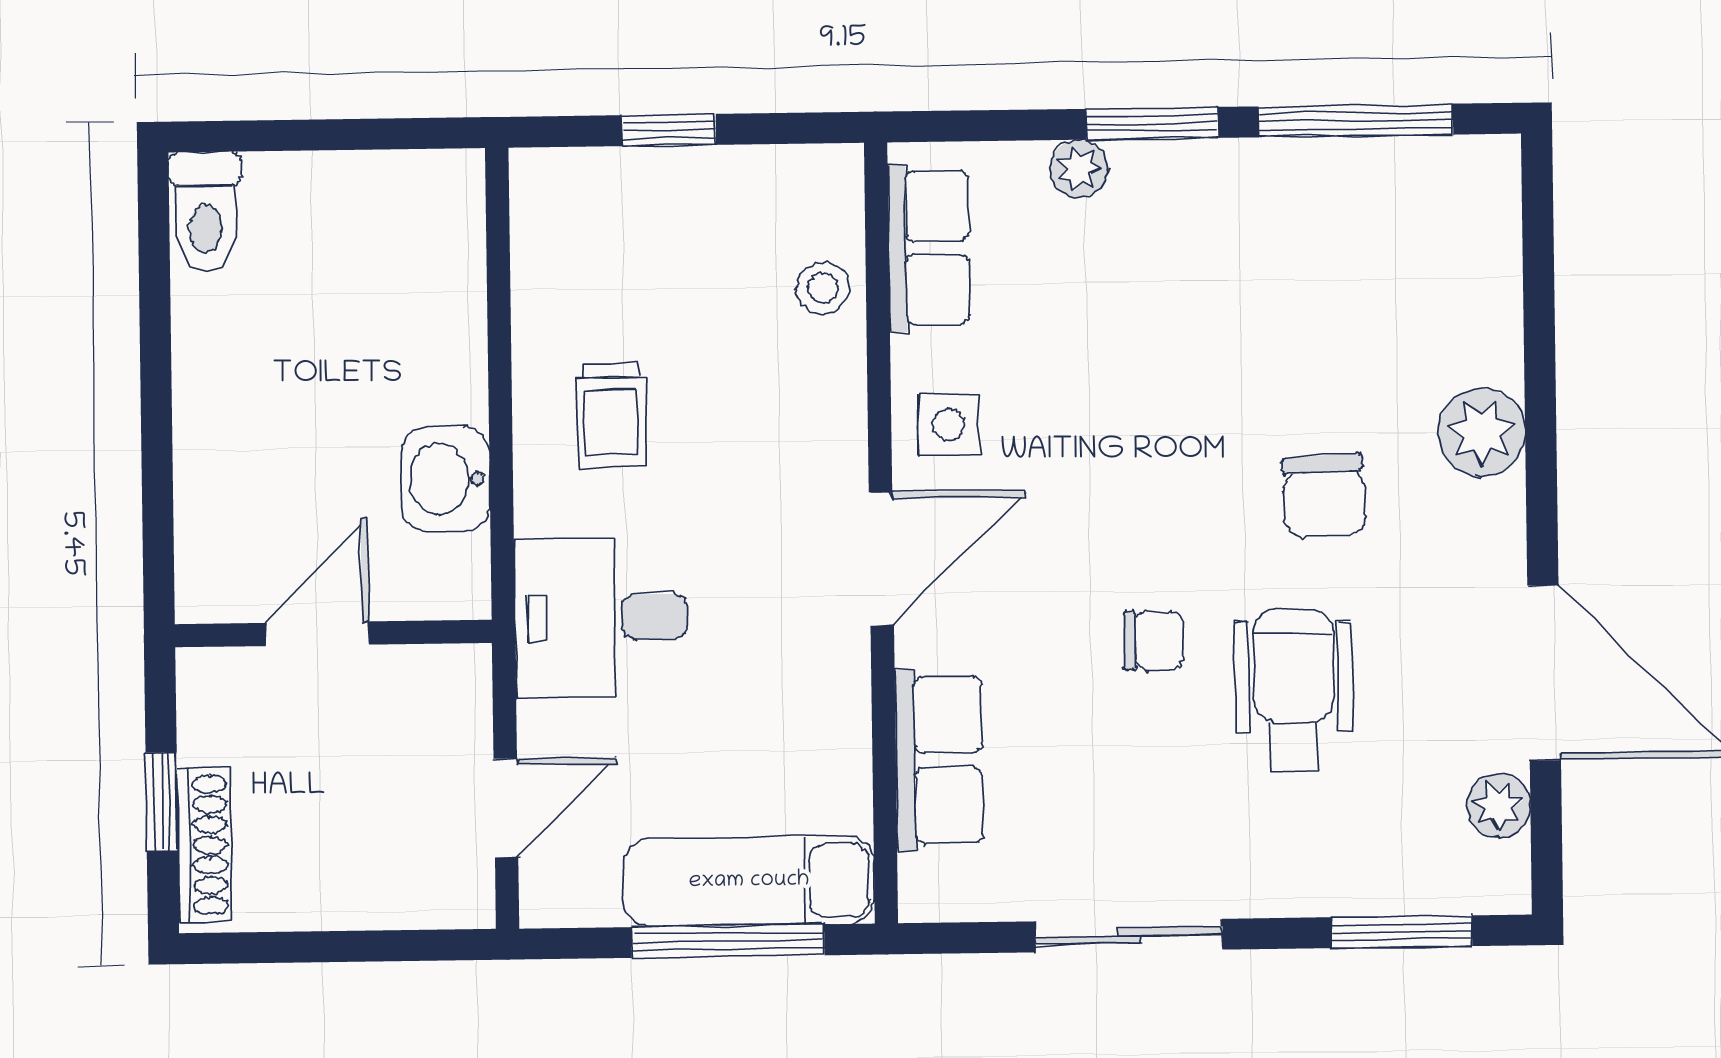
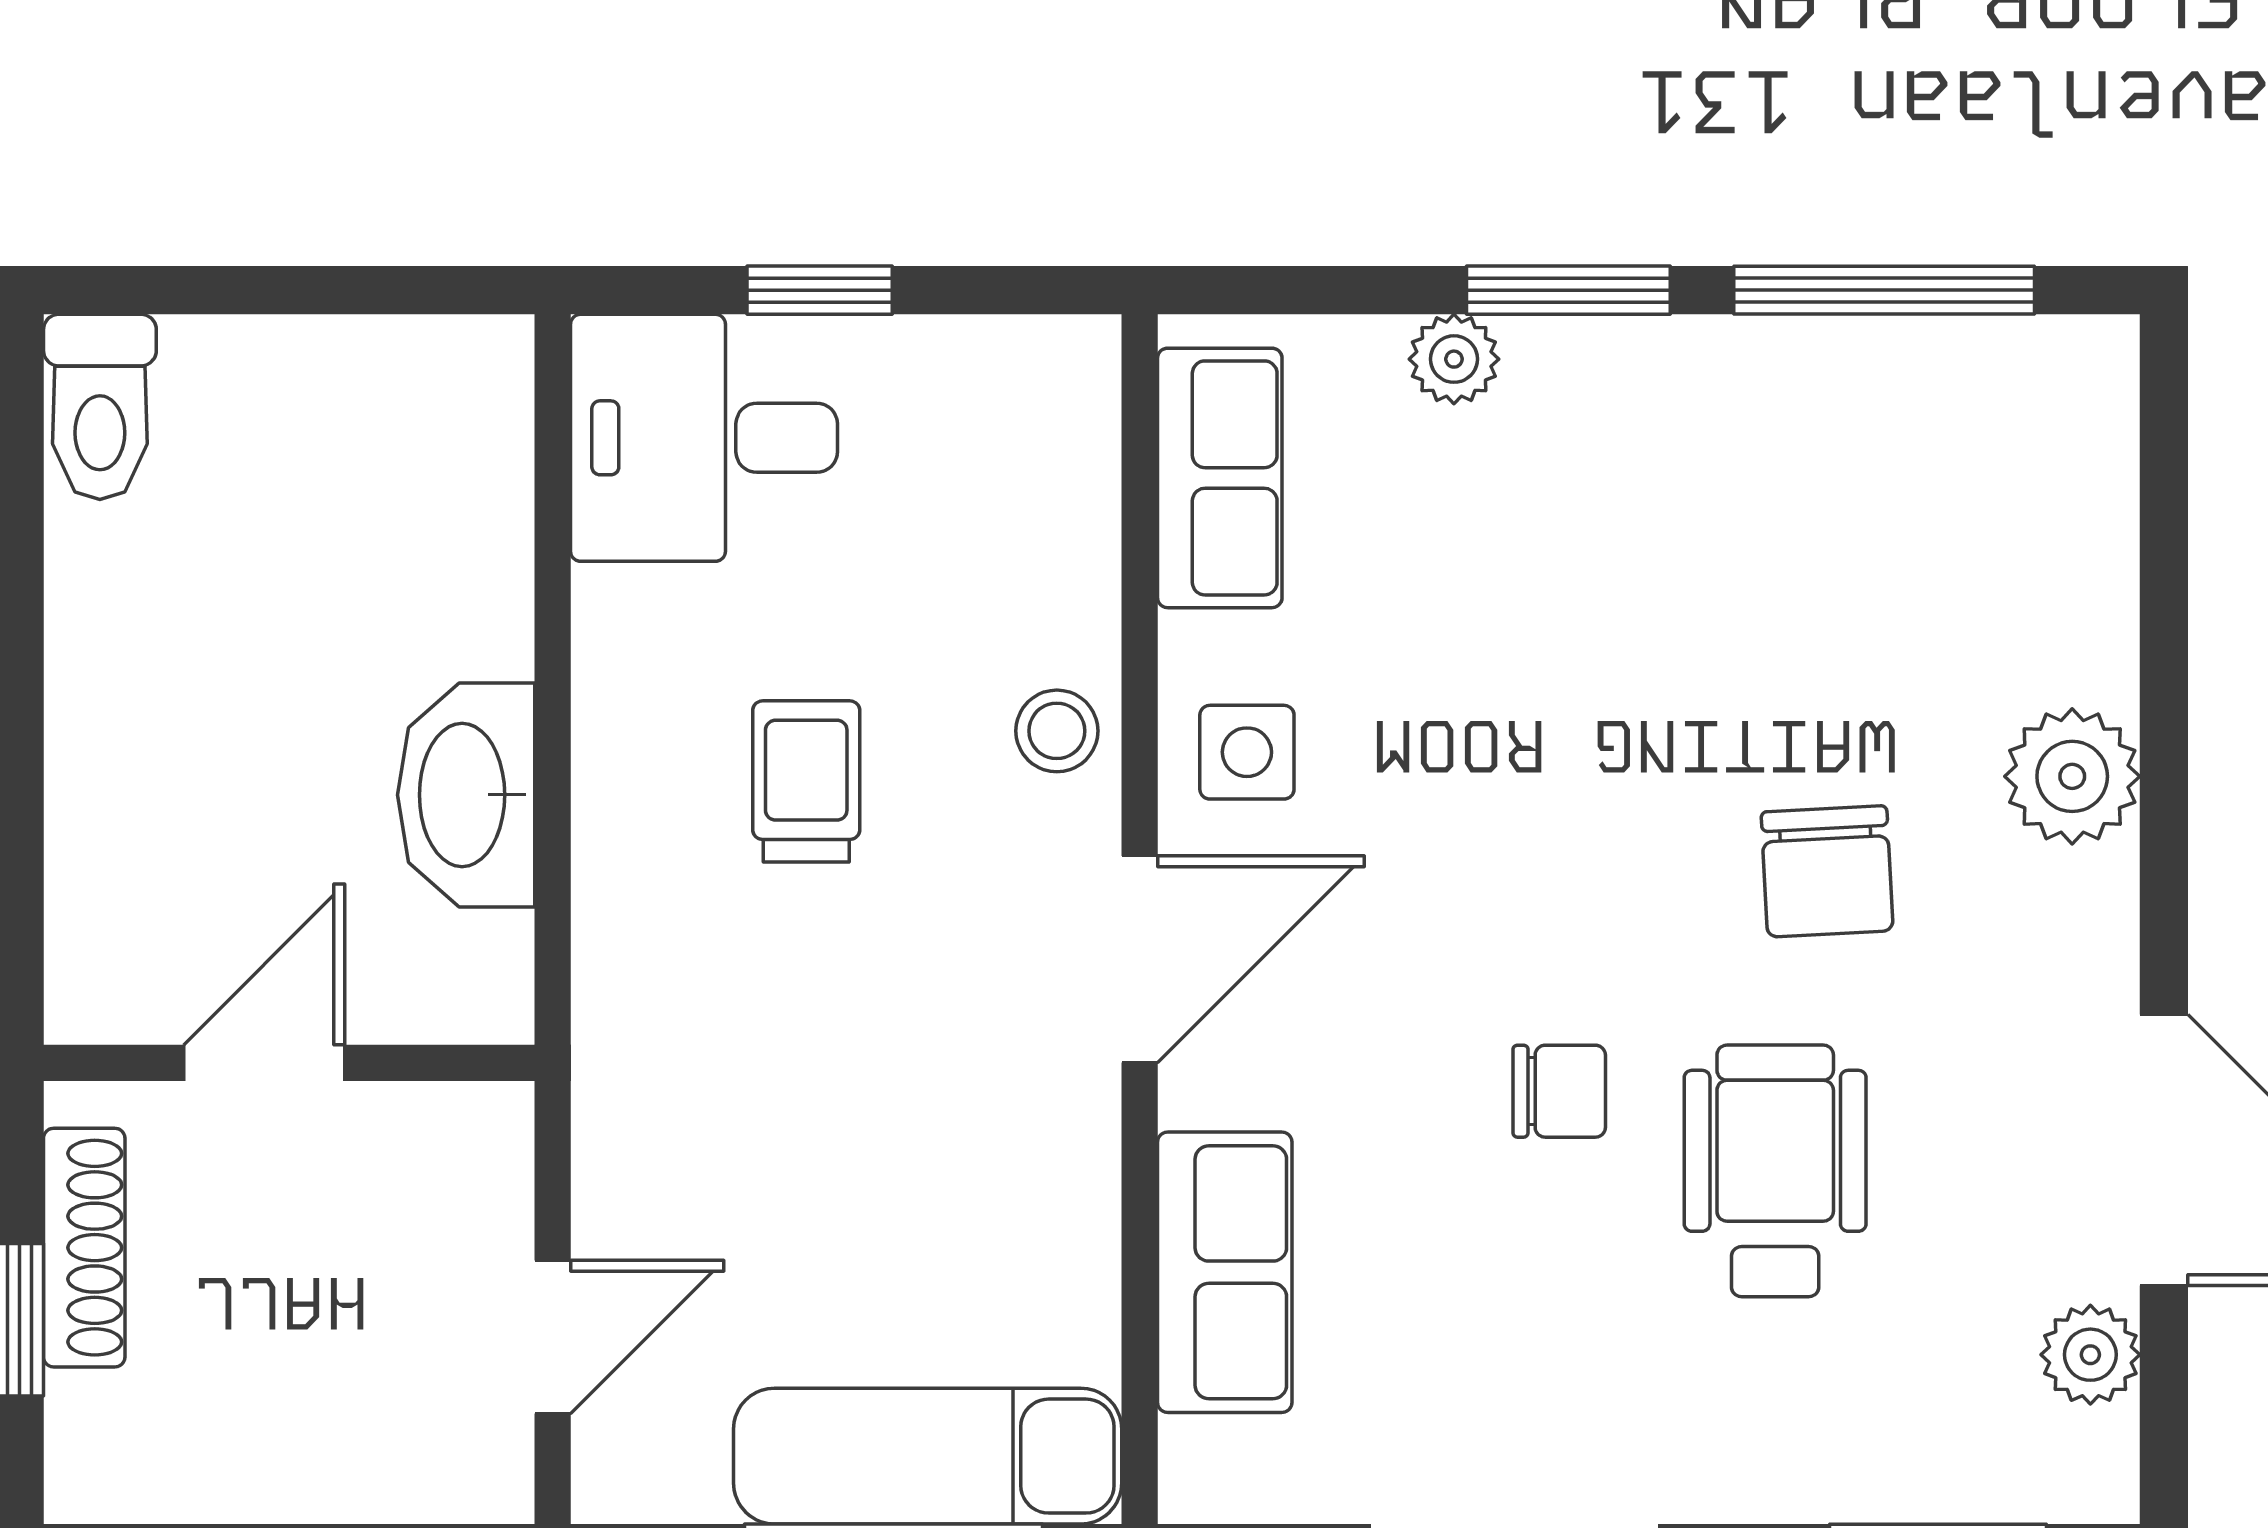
stool: (823, 288) -> (1057, 731), moved
trolley: (611, 415) -> (806, 781), moved, turned 180
washbasin: (446, 479) -> (466, 795), width x1.38
desk: (601, 617) -> (704, 438), moved
shoe rack: (204, 845) -> (84, 1248), moved

